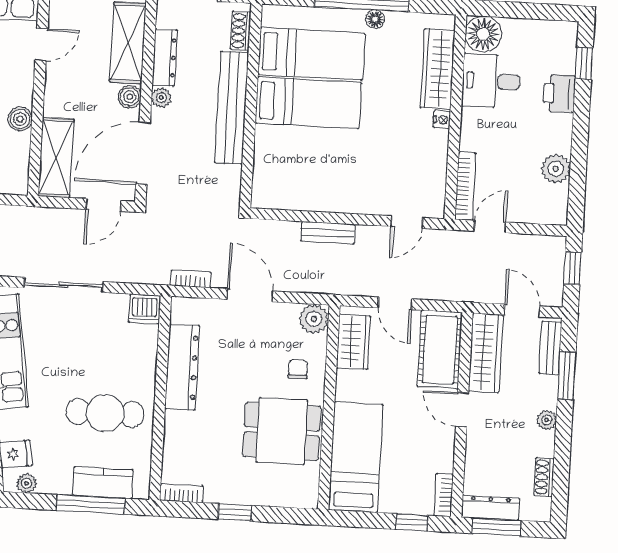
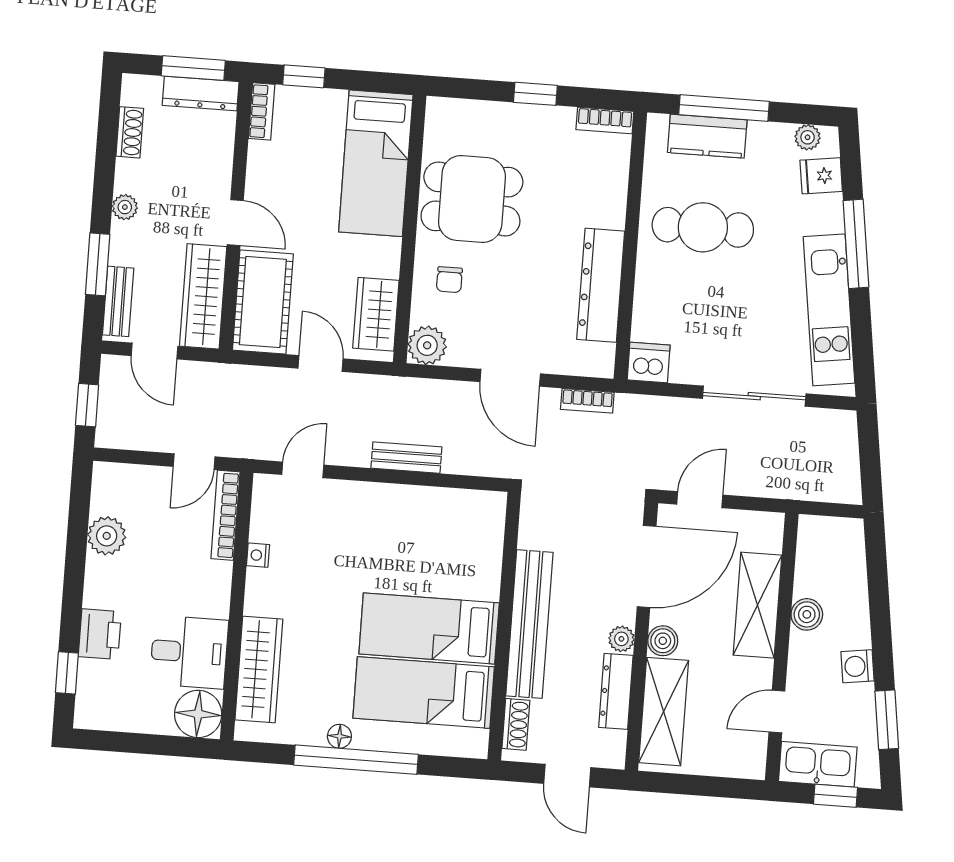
nightstand: (442, 120) -> (258, 555), moved
shelving: (56, 158) -> (758, 605), moved

